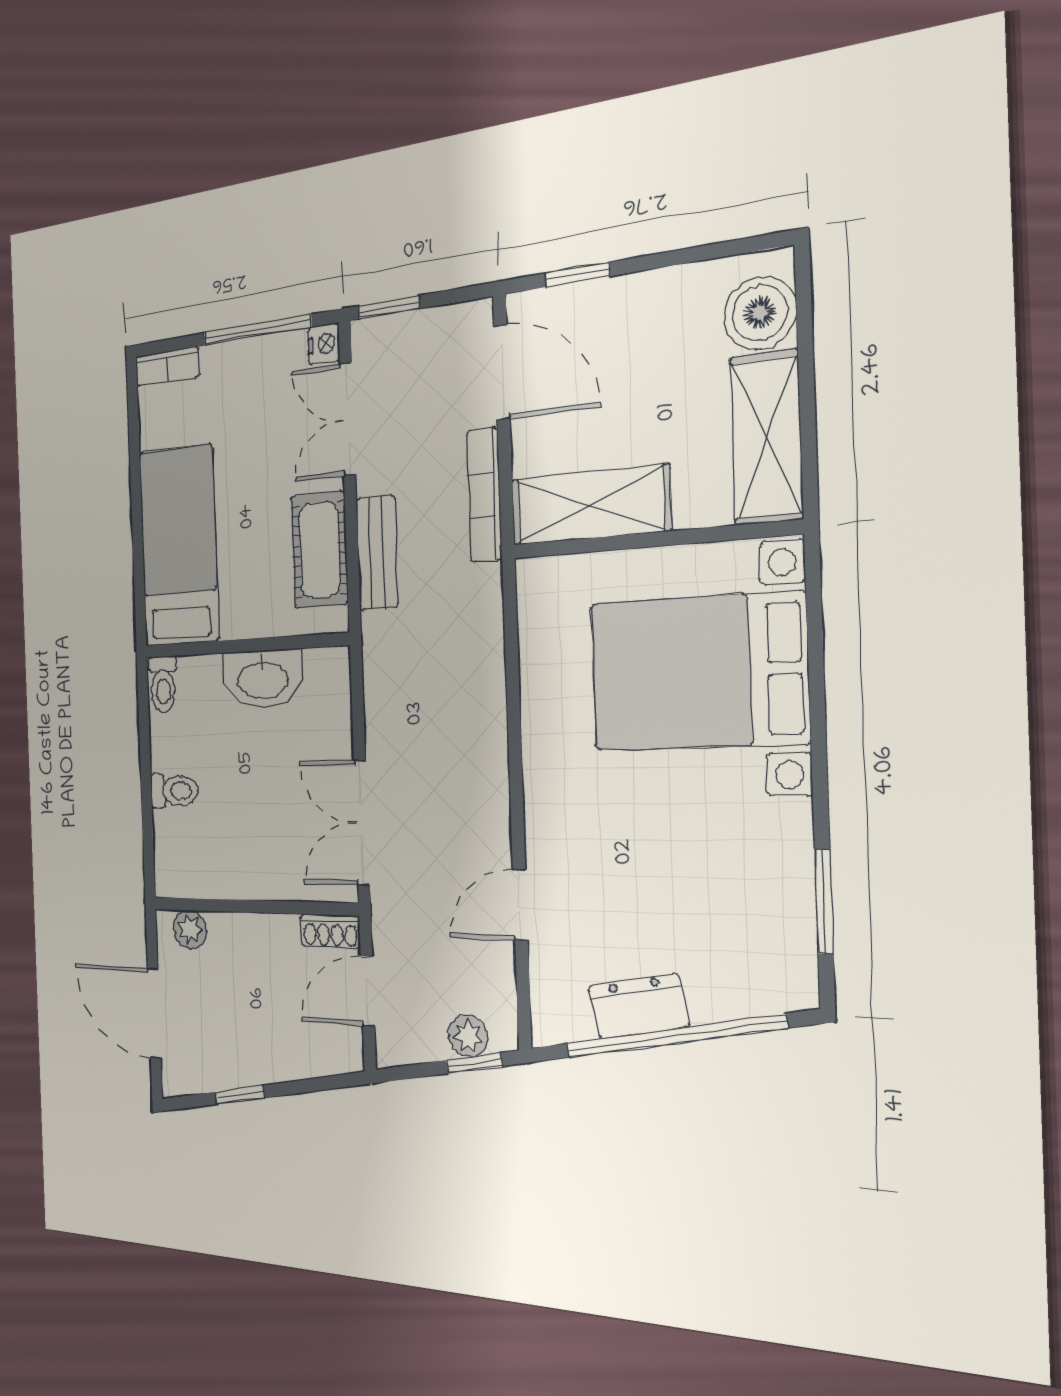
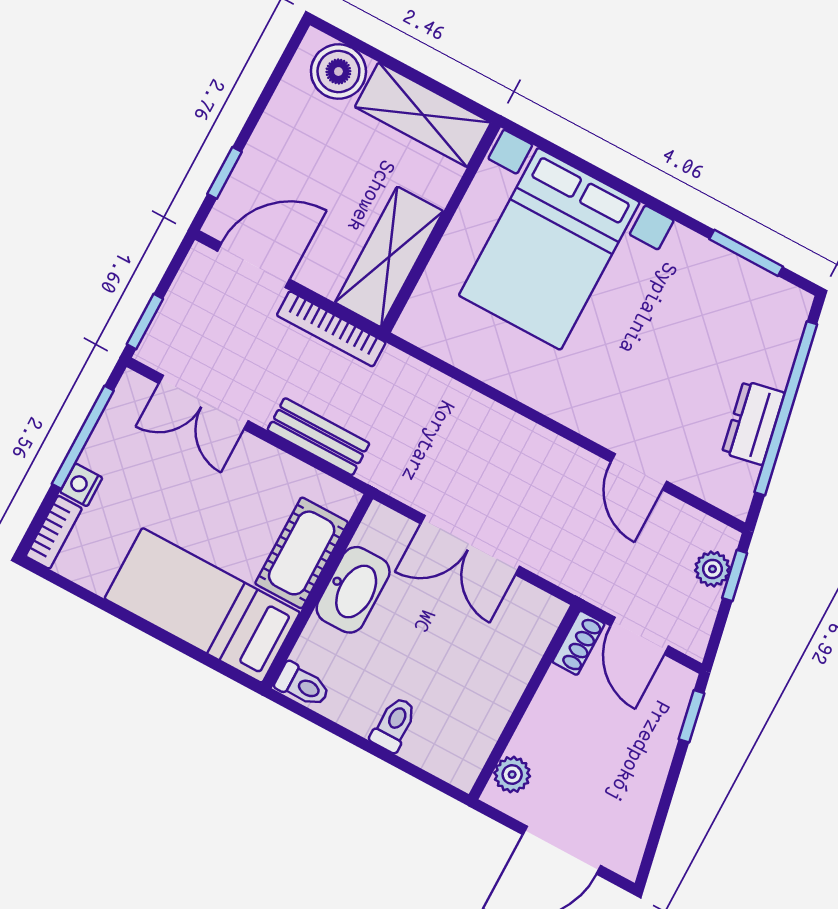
nightstand: (324, 344) -> (81, 485), moved, turned -90
cot: (320, 550) -> (302, 553), moved, turned 90
double door: (362, 823) -> (470, 545), moved
window: (240, 1095) -> (691, 716), moved

